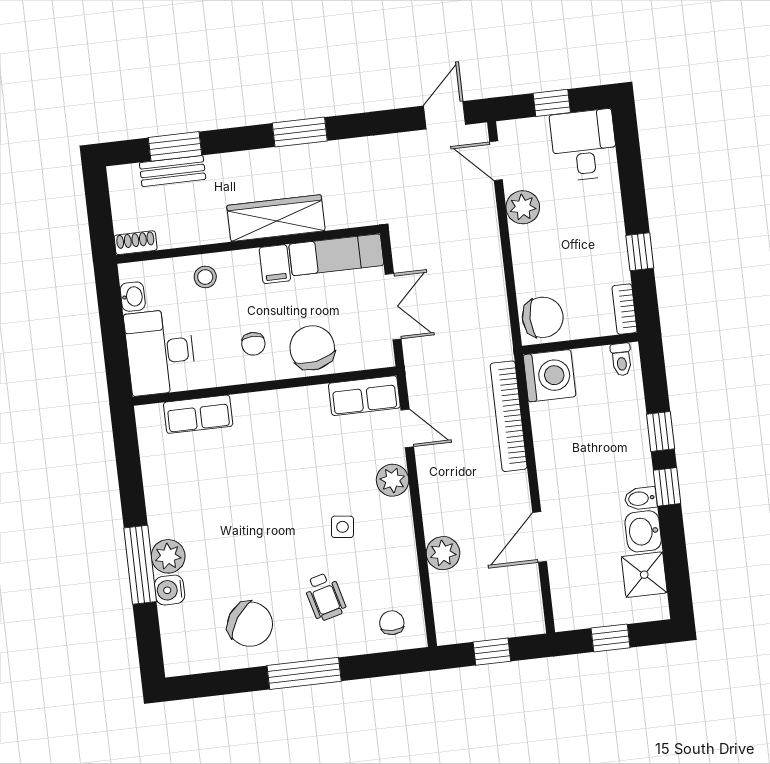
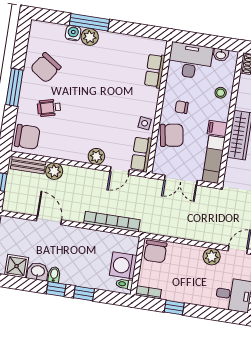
washing machine: (549, 376) -> (123, 265), moved, turned 90
side table: (342, 527) -> (145, 123), moved
bench: (445, 606) -> (28, 165), added
chair: (392, 623) -> (27, 137), width x1.87, depth x1.87

